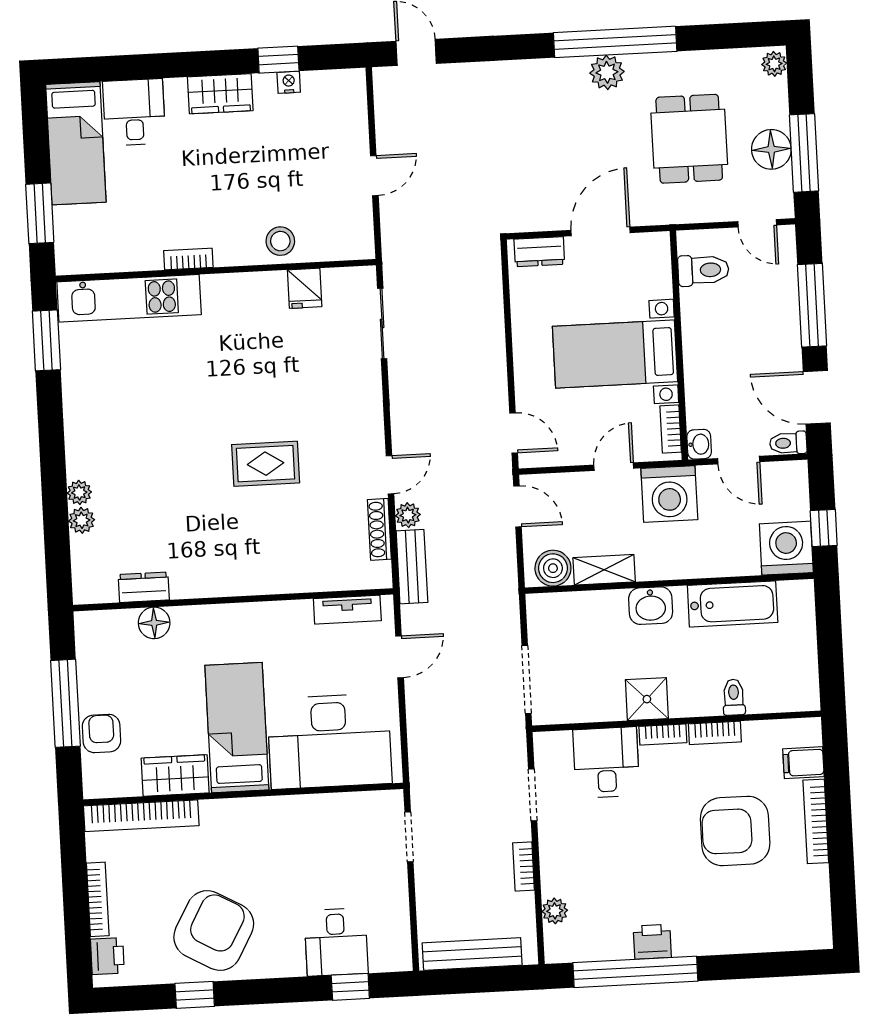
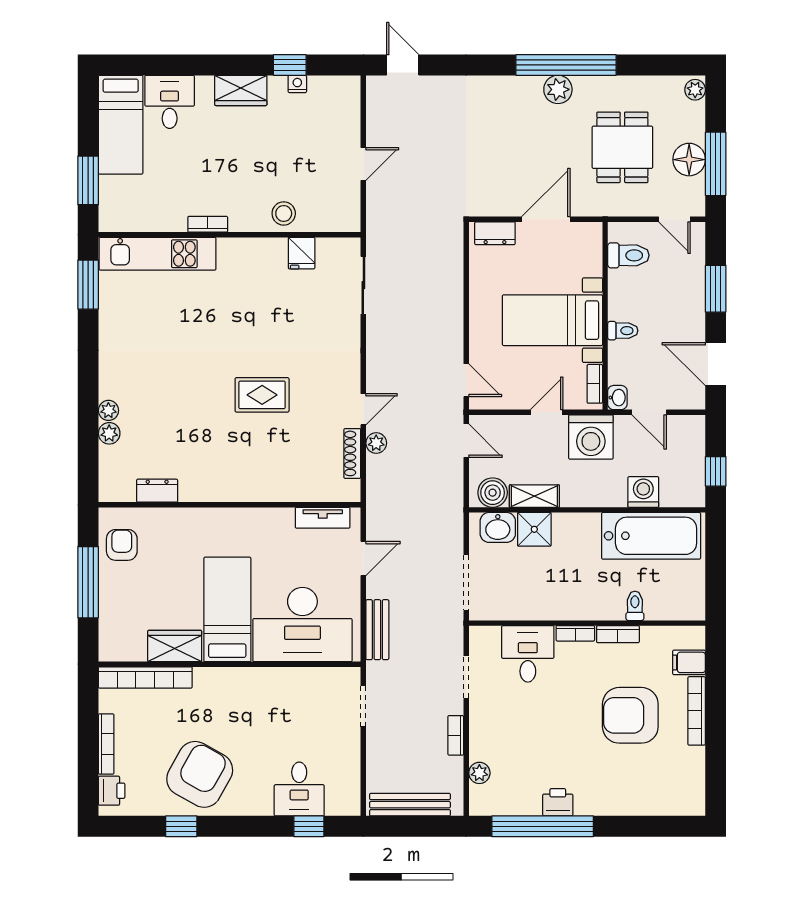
window: (812, 305) -> (716, 289), width x0.69
toilet: (788, 443) -> (623, 331), moved, turned 180
washing machine: (786, 548) -> (643, 492), moved, width x0.73, depth x0.73
bench: (412, 567) -> (377, 630), moved
bathtub: (733, 604) -> (651, 536), width x1.36, depth x1.36
washbasin: (651, 606) -> (498, 527), moved
floor lamp: (154, 623) -> (164, 520), removed
shower: (647, 699) -> (534, 529), moved
armchair: (101, 733) -> (122, 545), moved

